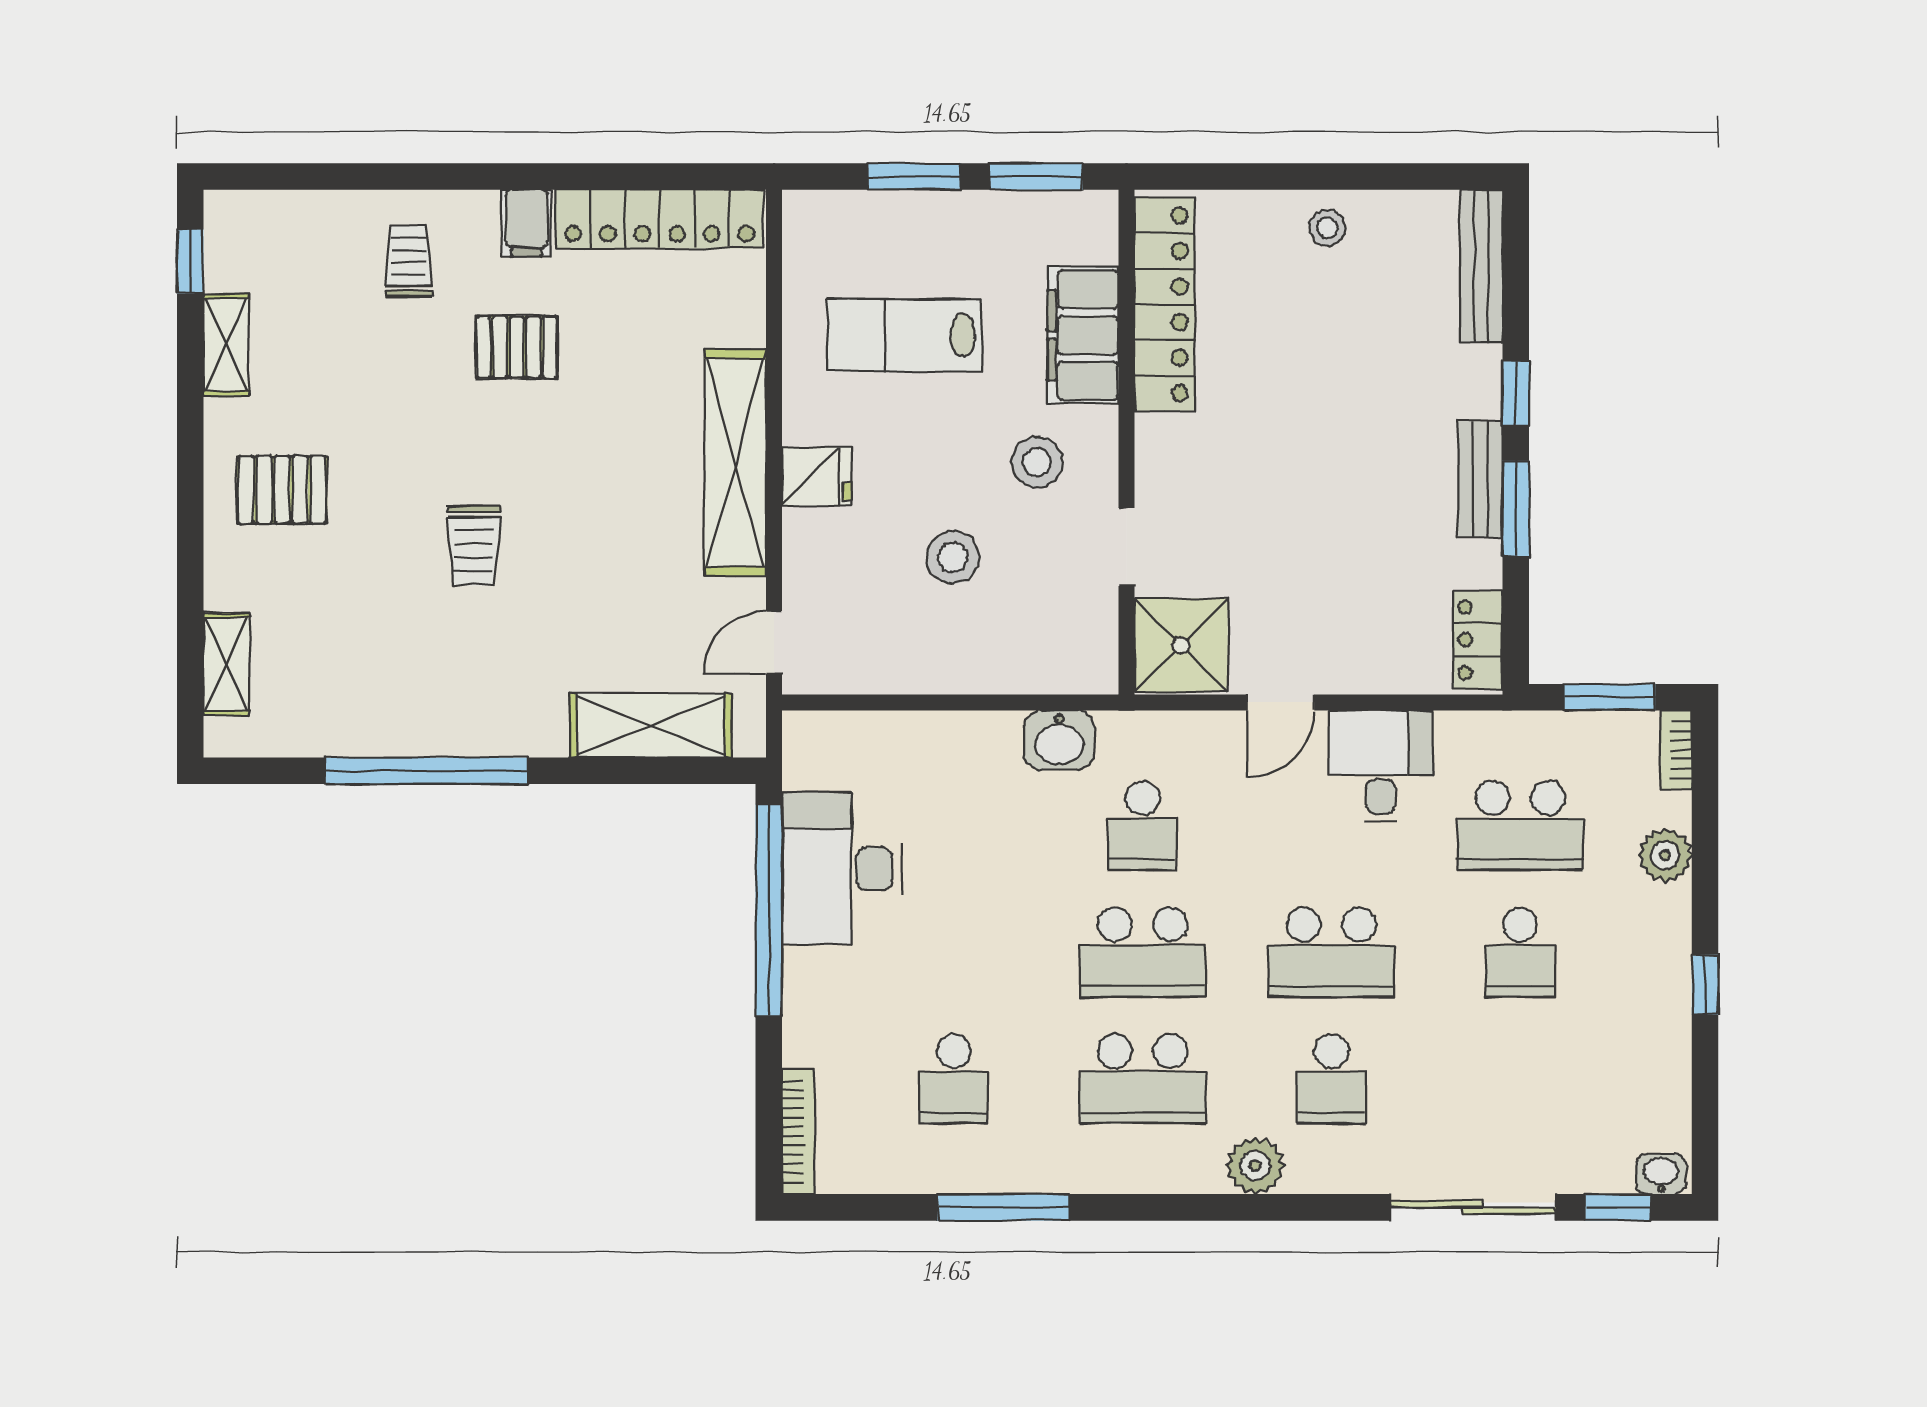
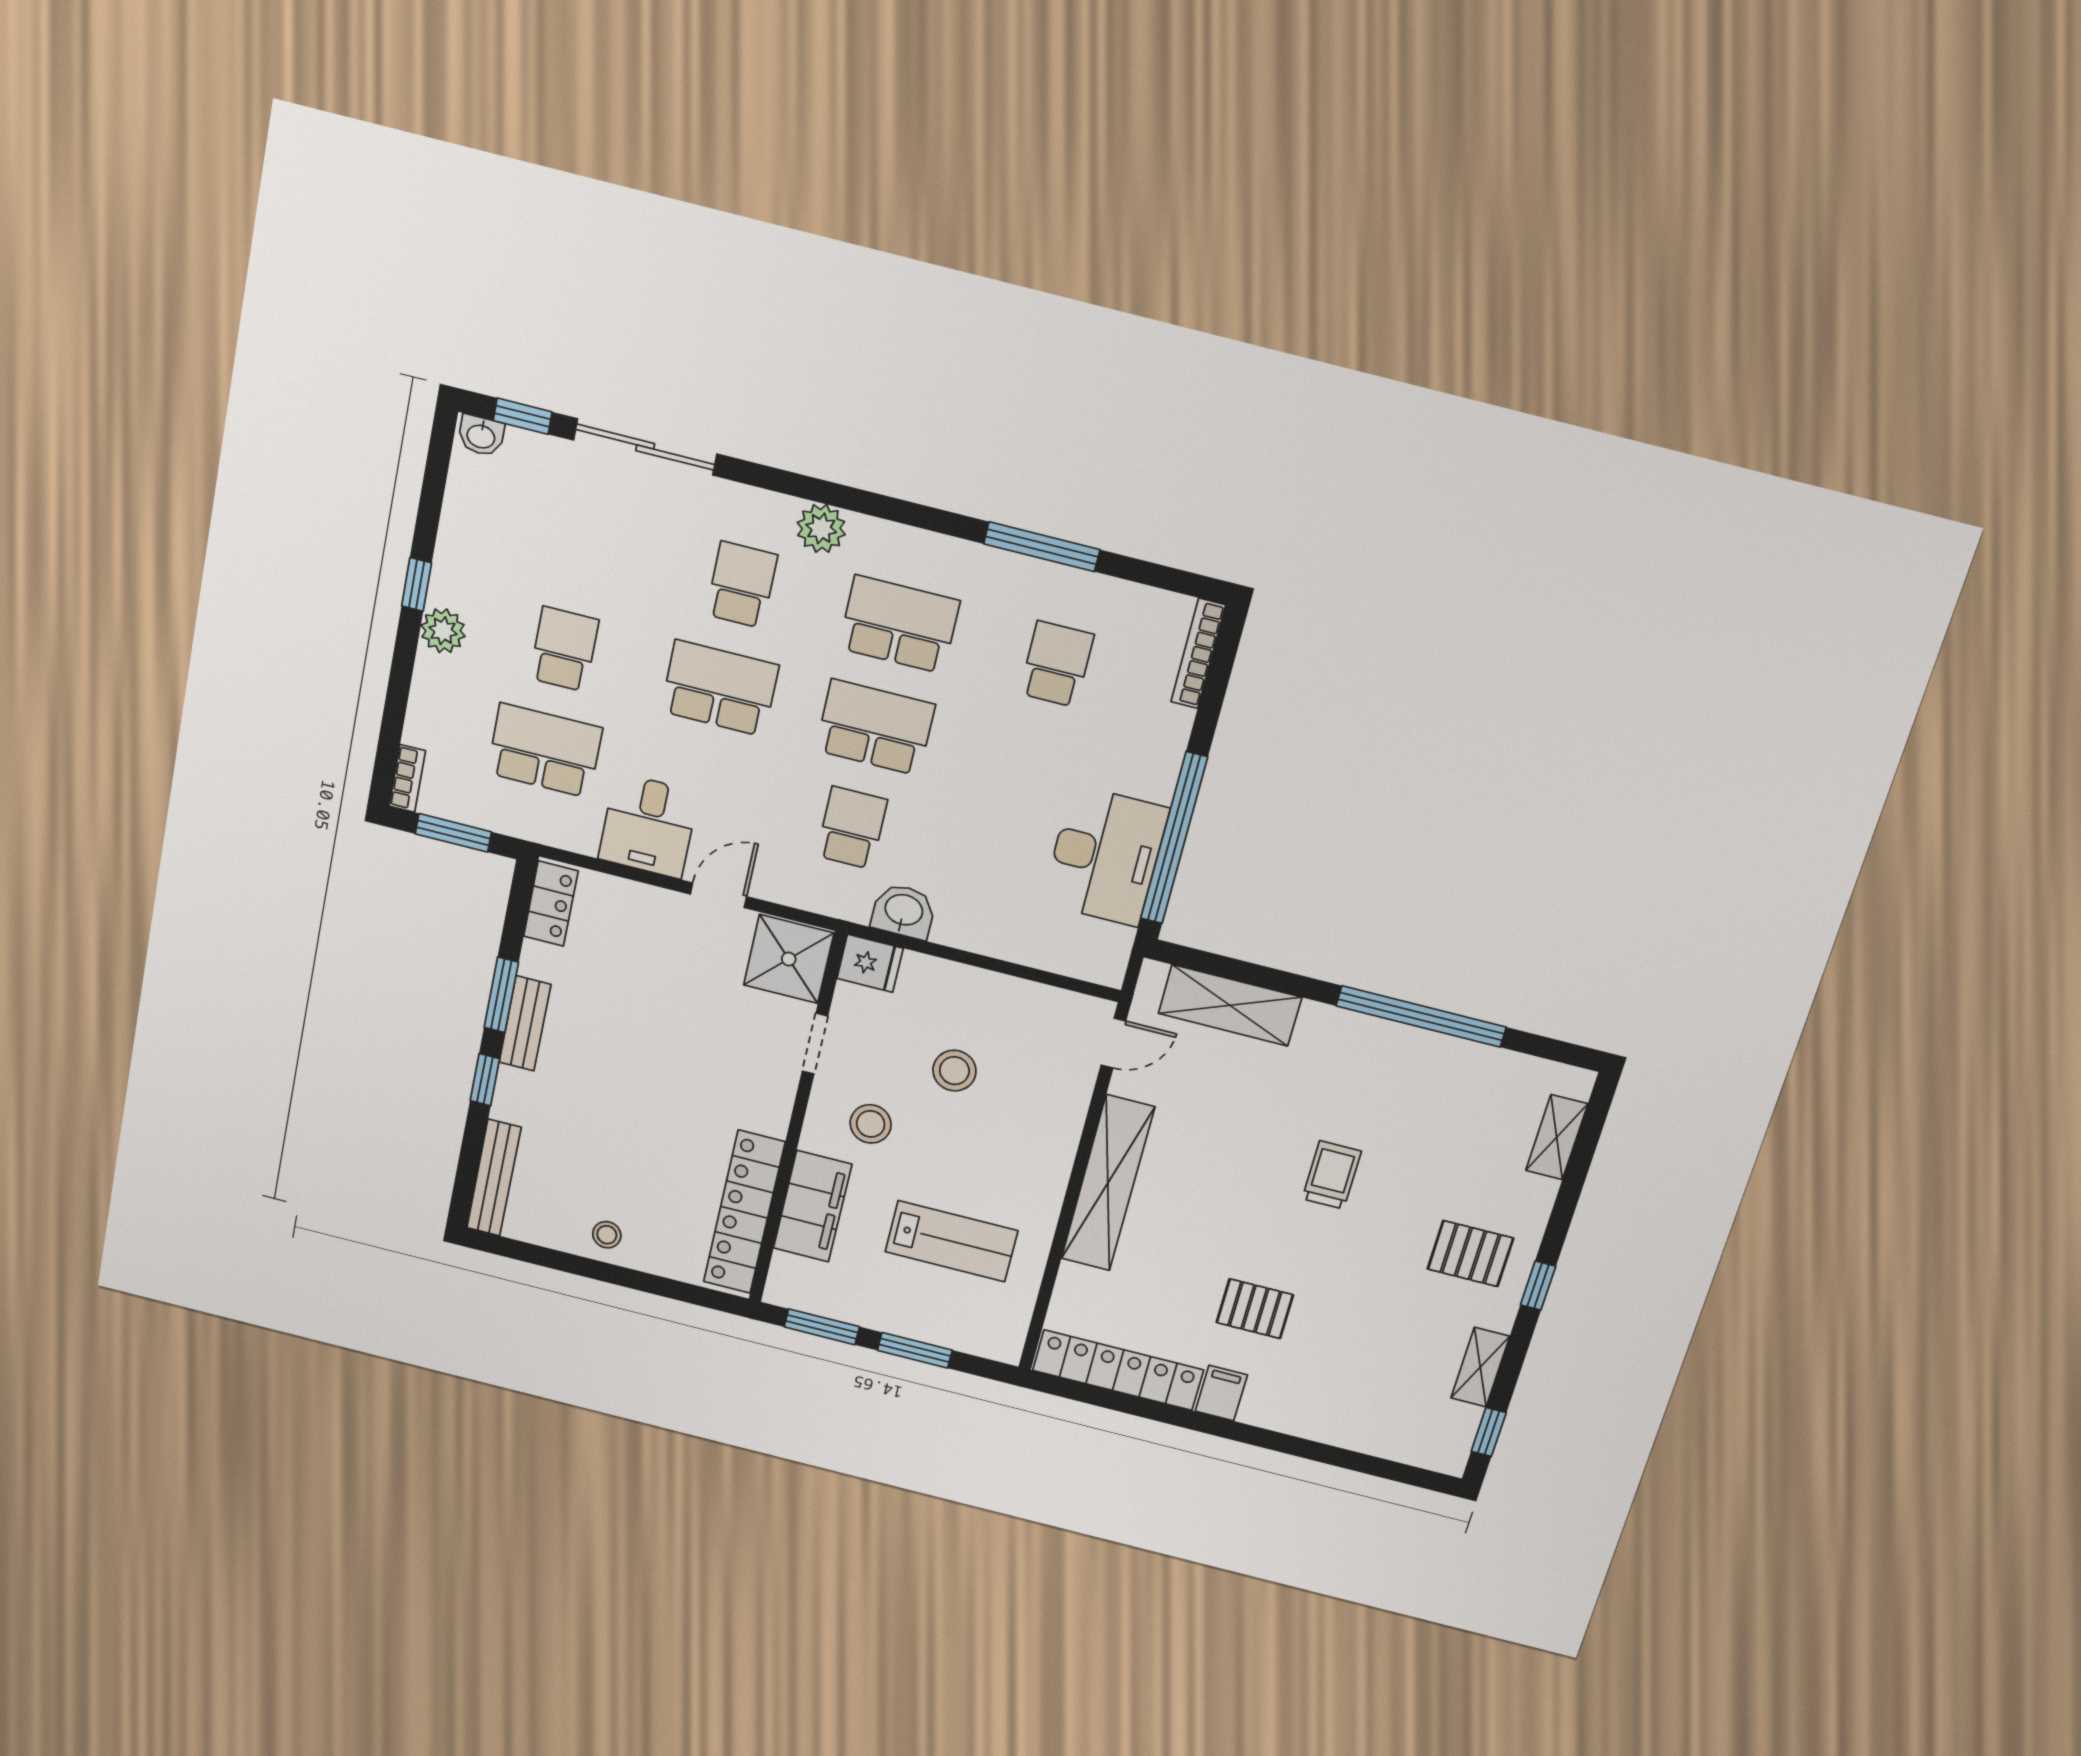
trolley: (409, 261) -> (1320, 1390), removed
window: (190, 470) -> (1538, 1286), added
fridge: (817, 476) -> (870, 963), moved, turned 180
plant: (1665, 855) -> (443, 631), moved

